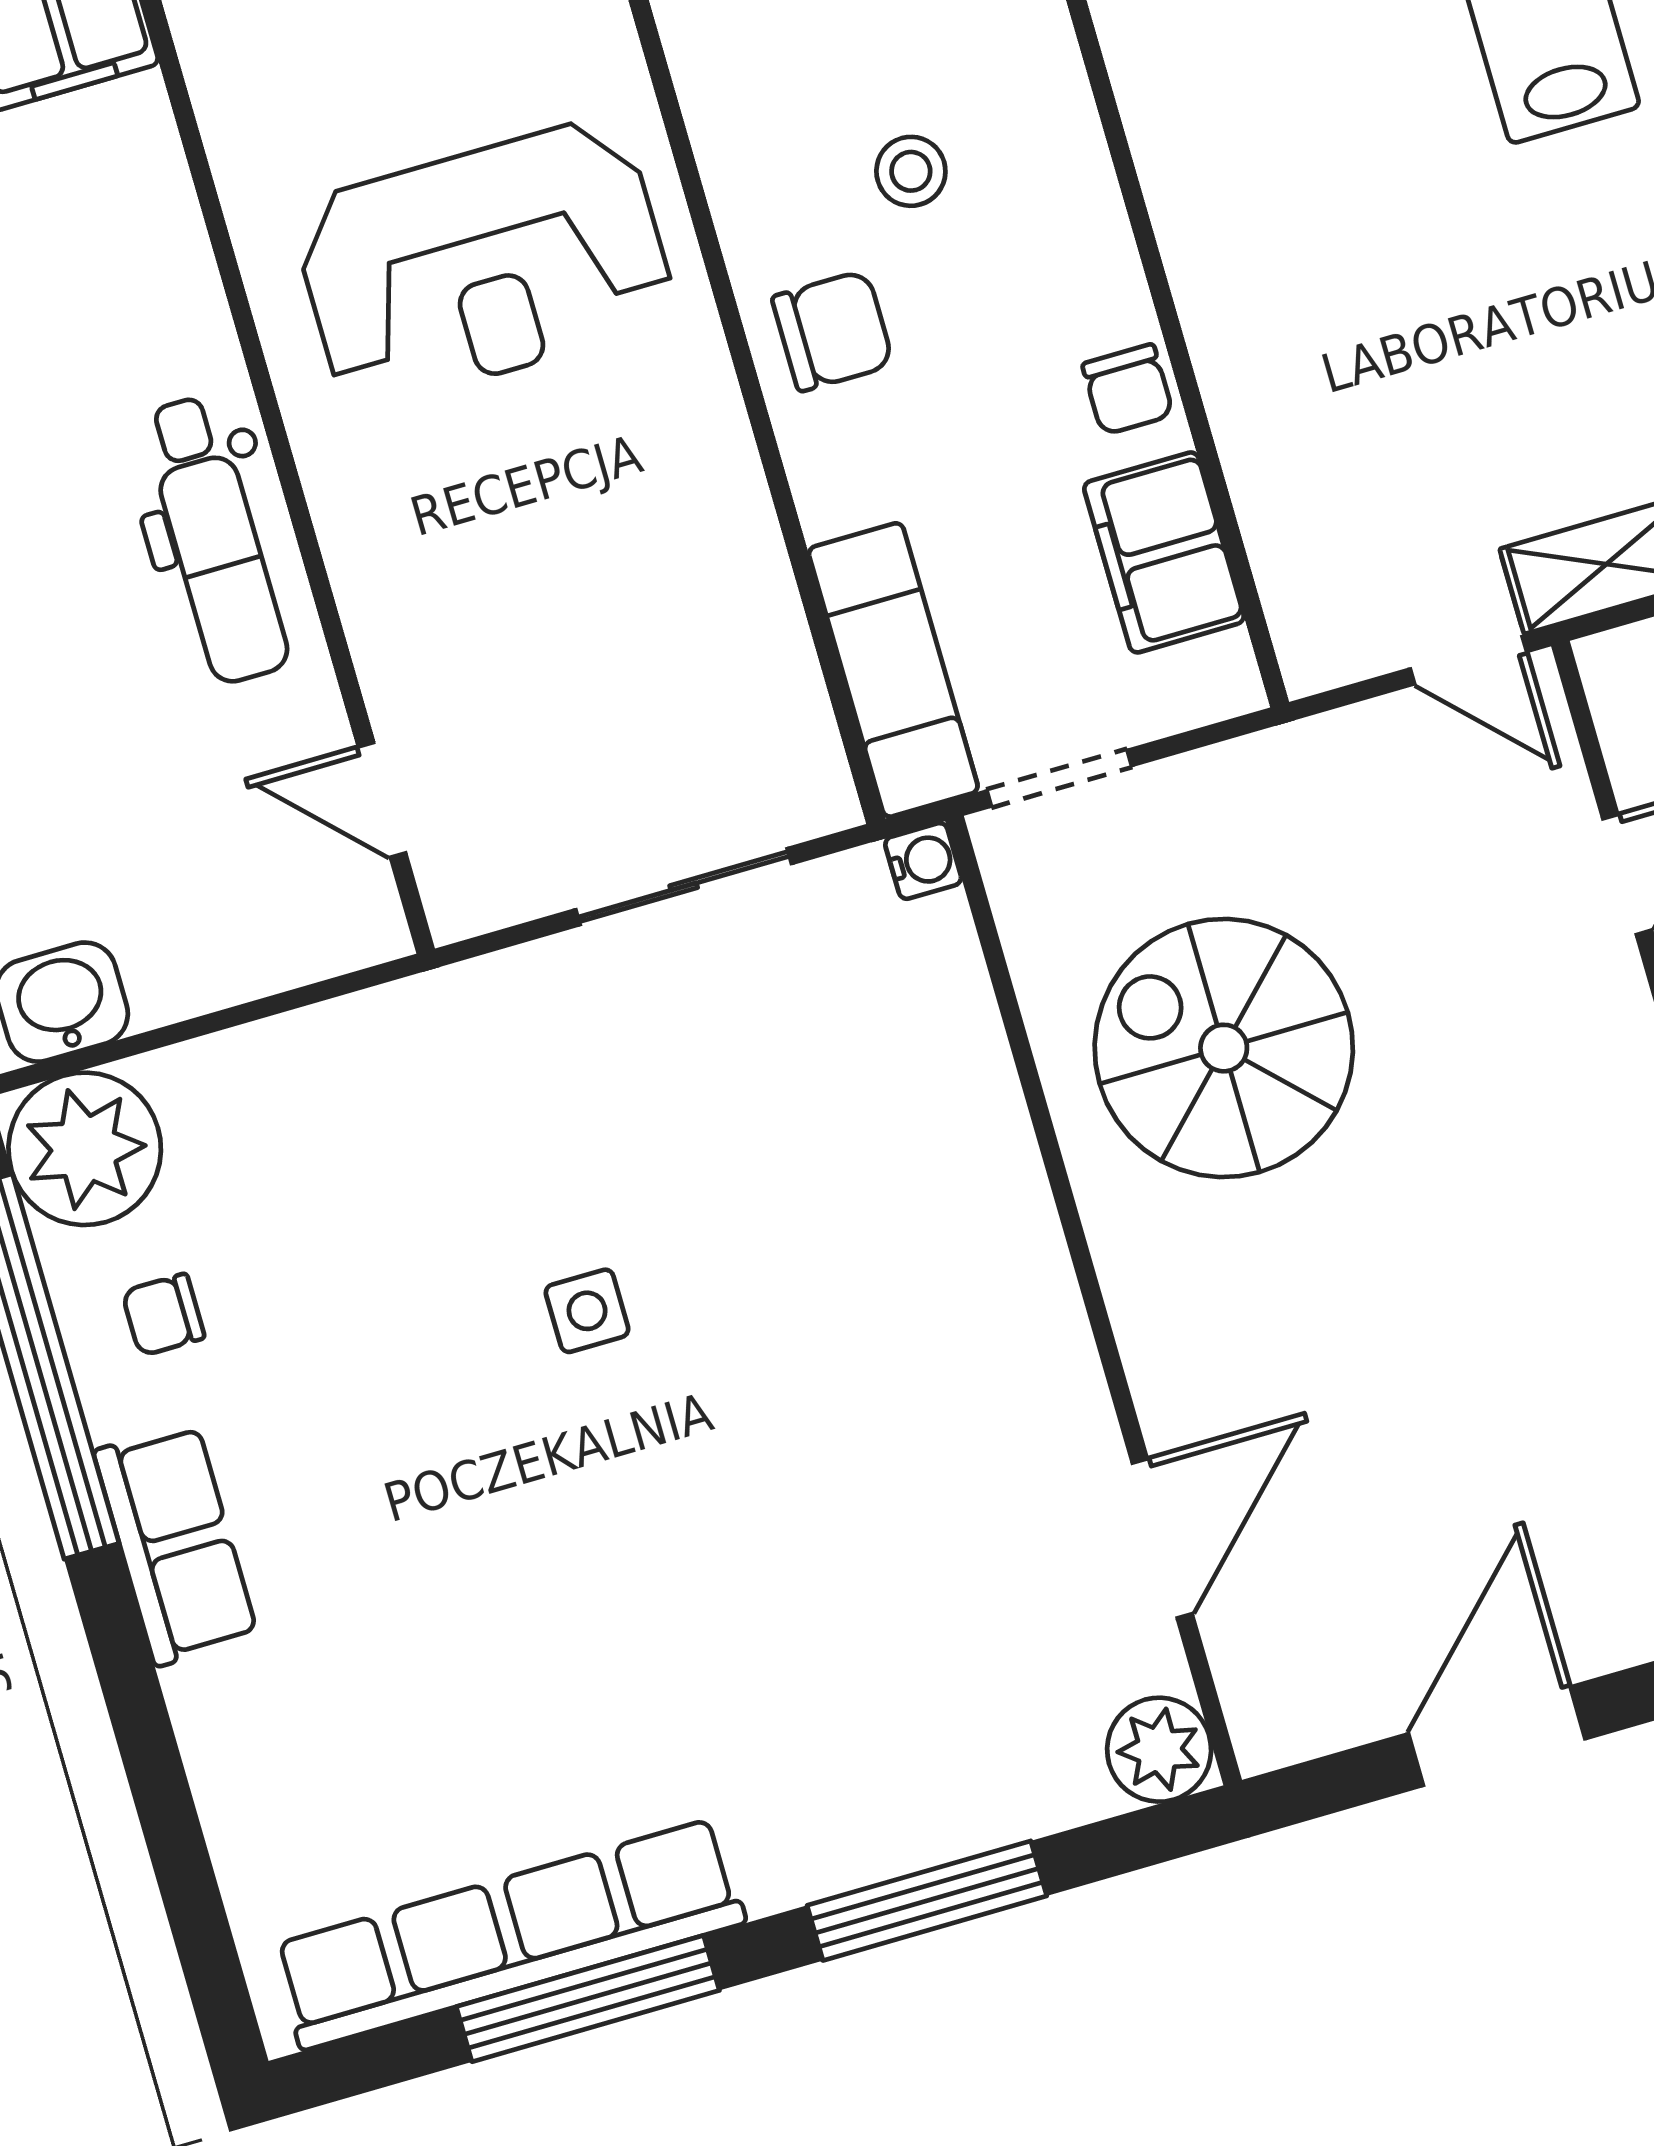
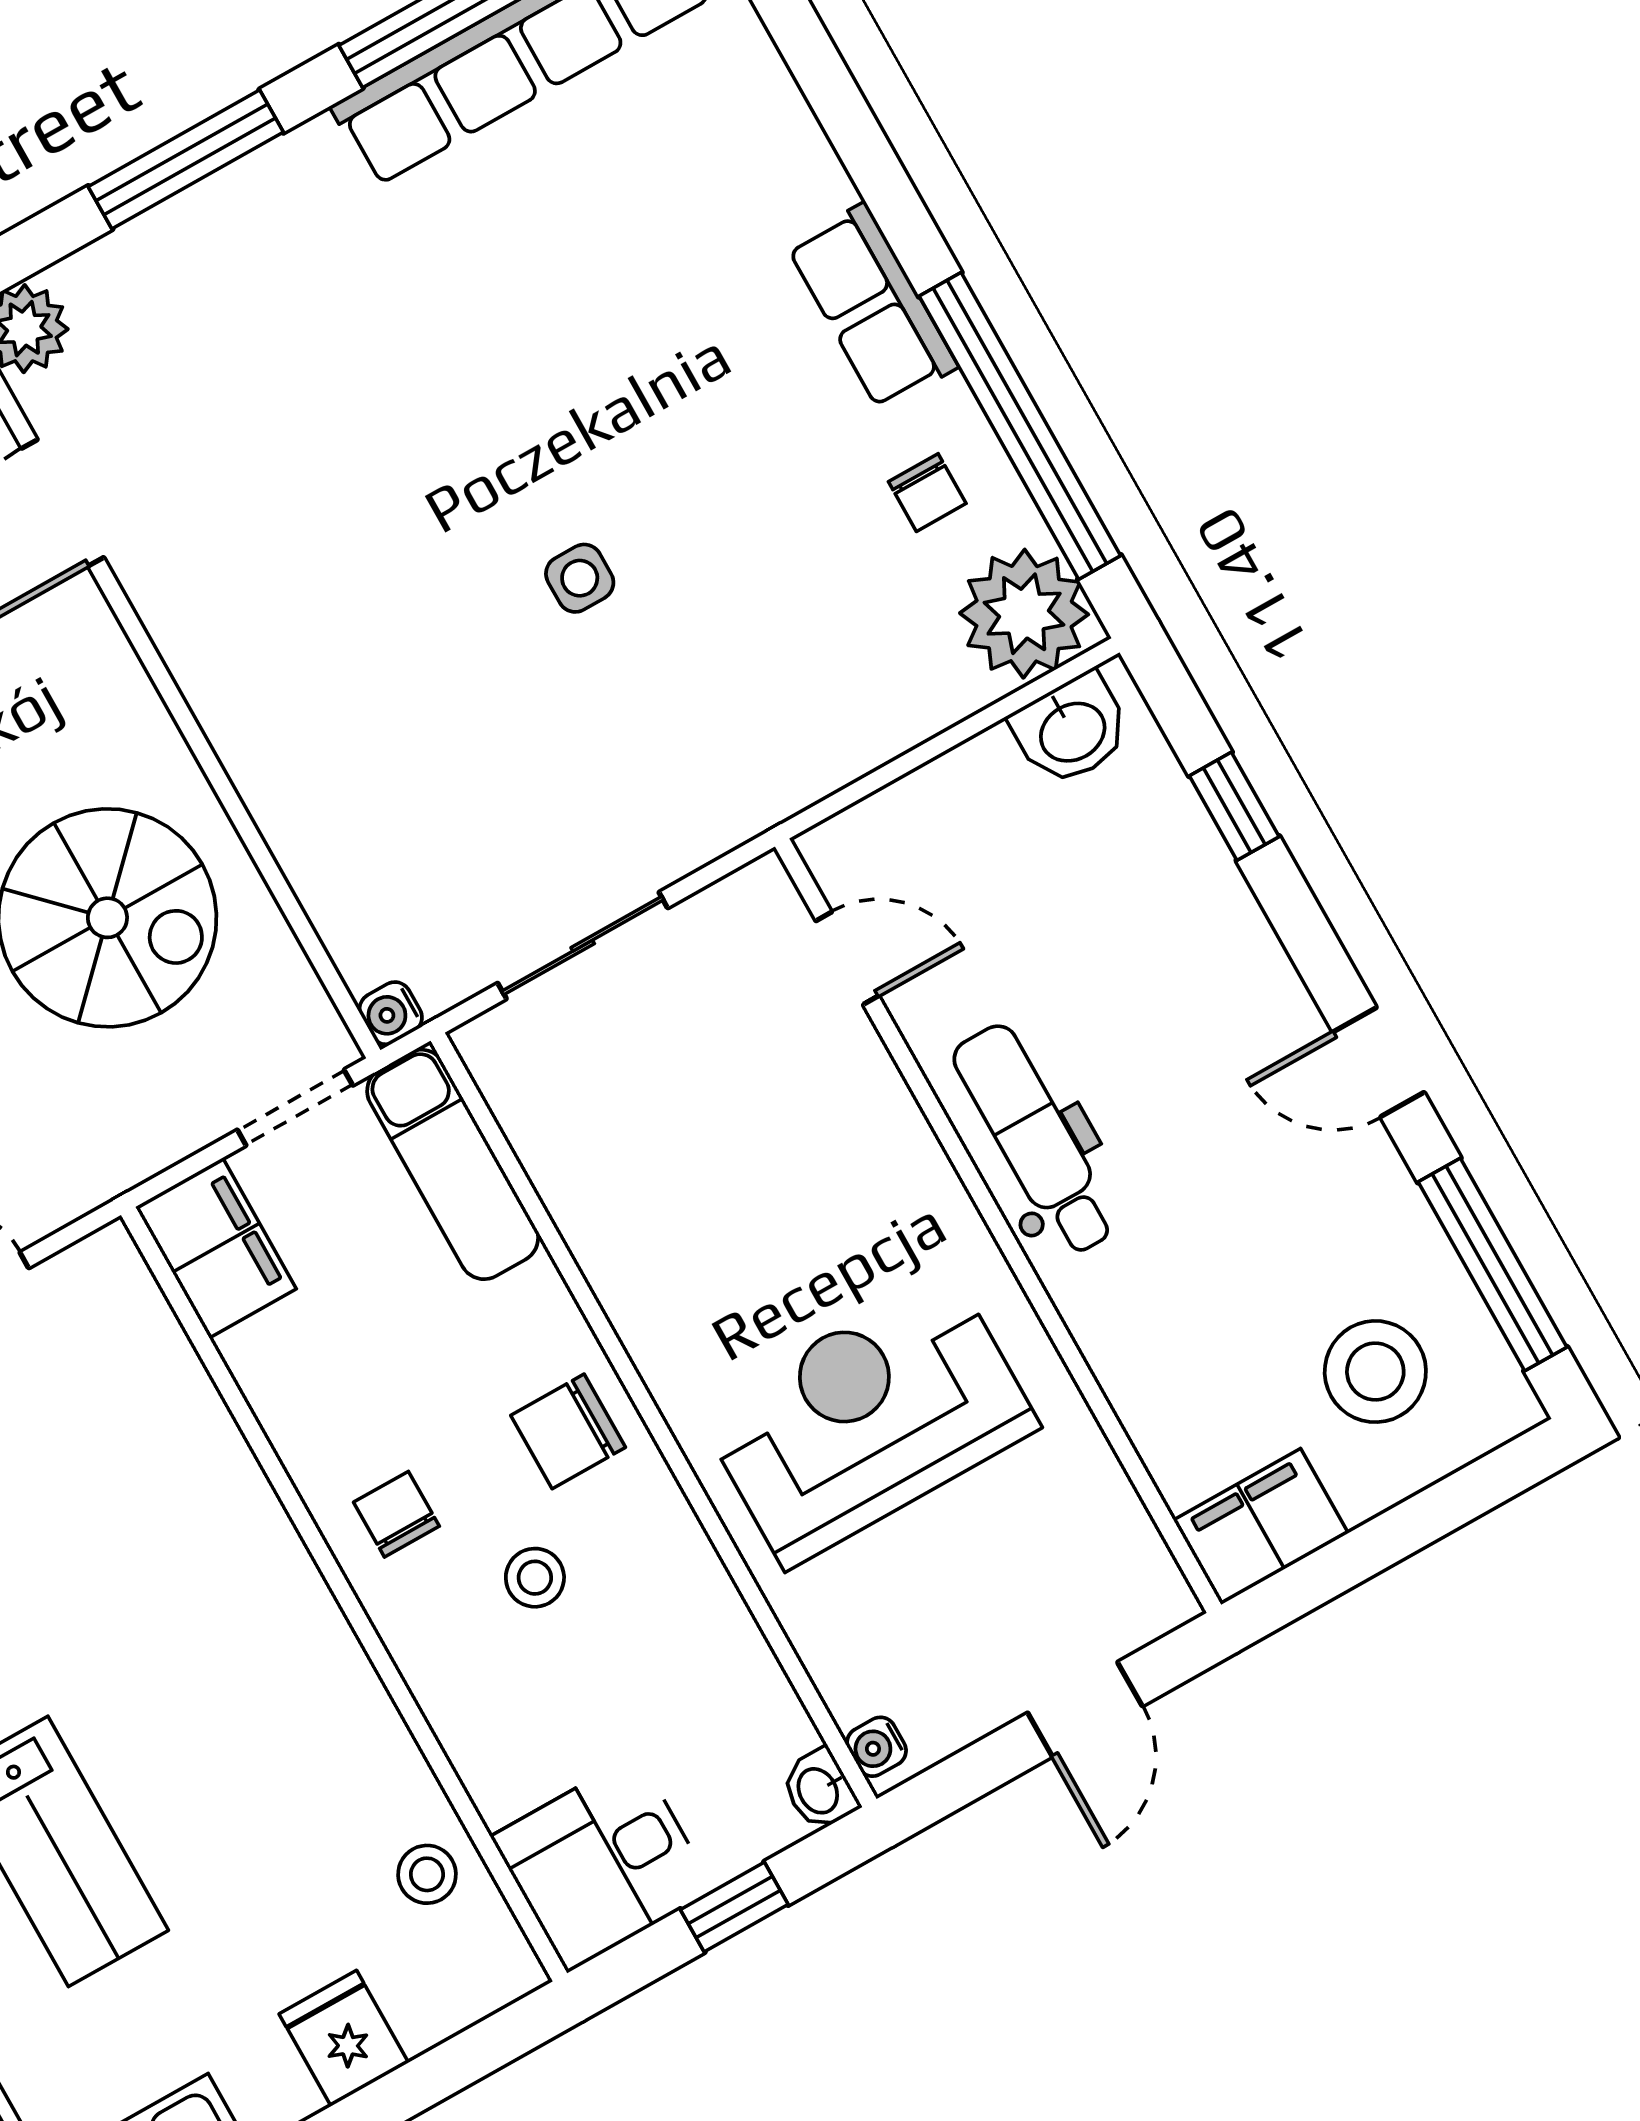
chair: (1128, 390) -> (396, 1514), moved
filing cabinet: (1164, 552) -> (216, 1248), moved
chair: (163, 1315) -> (927, 493), turned 90

